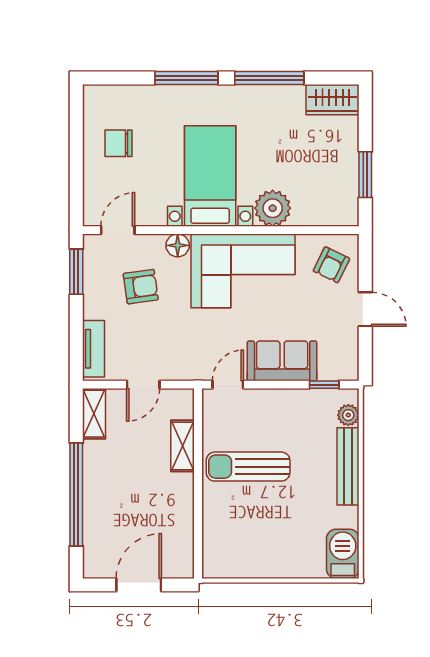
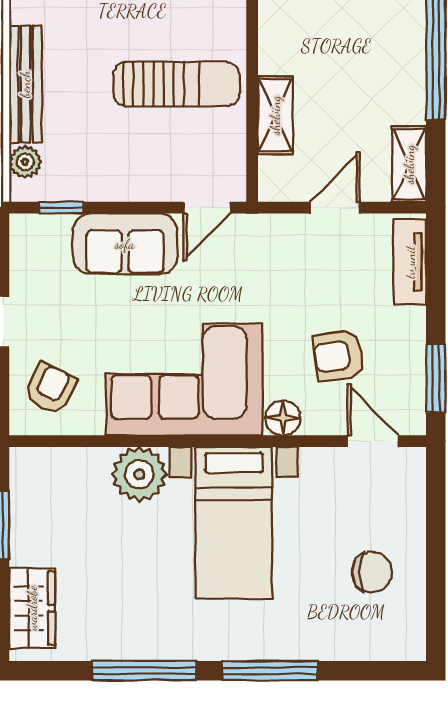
wardrobe: (332, 100) -> (32, 608), moved, turned 90
door: (118, 230) -> (373, 441), swing flipped

